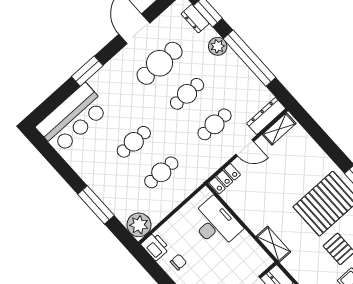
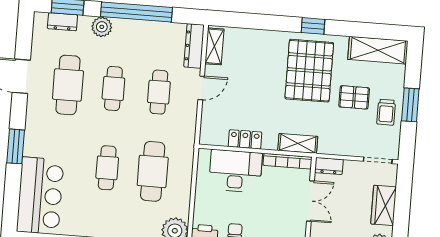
cafe table: (161, 172) -> (153, 171), width x1.37, depth x1.35
locker: (225, 179) -> (245, 139), moved, turned -90
bookcase: (256, 249) -> (288, 161), added

